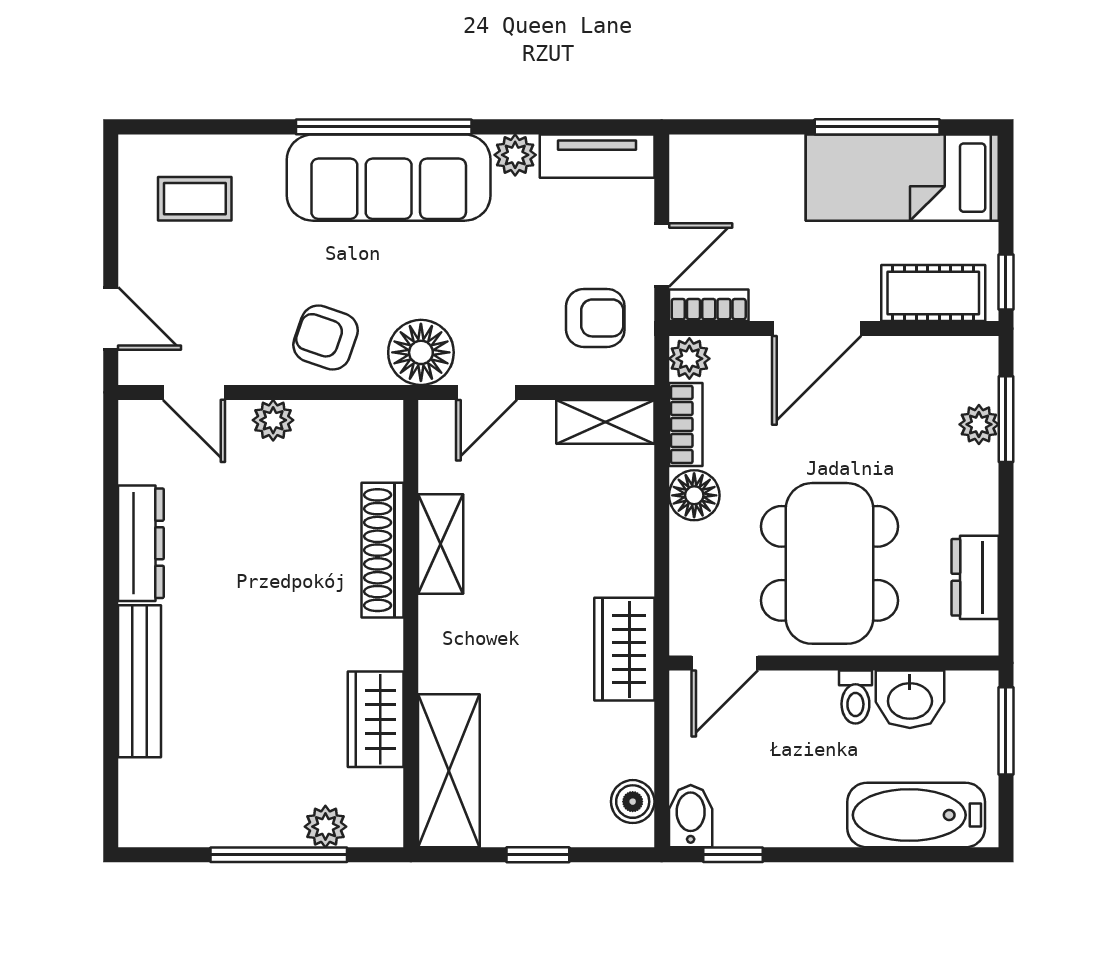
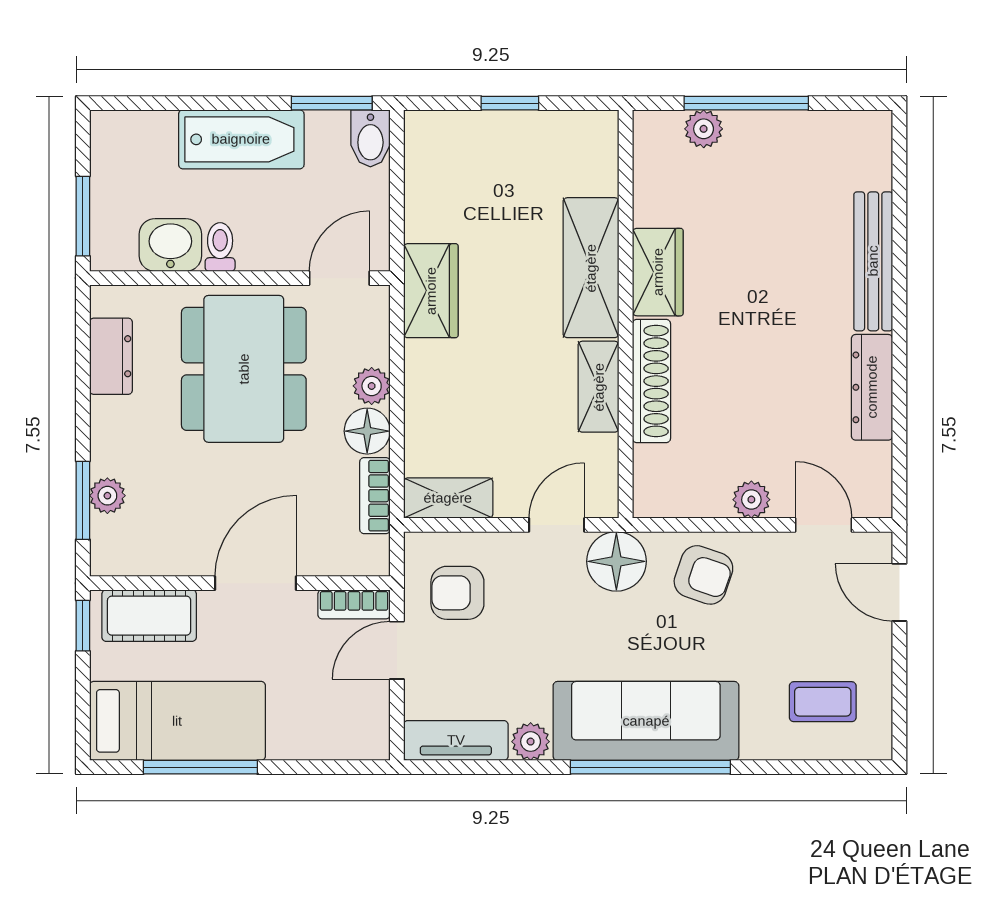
plant: (689, 359) -> (372, 386), moved
wardrobe: (376, 719) -> (658, 272), moved
shelving: (449, 771) -> (591, 268), moved
boiler: (633, 802) -> (423, 152), removed
bathtub: (916, 815) -> (241, 139), moved
window: (733, 855) -> (332, 103), width x1.50

